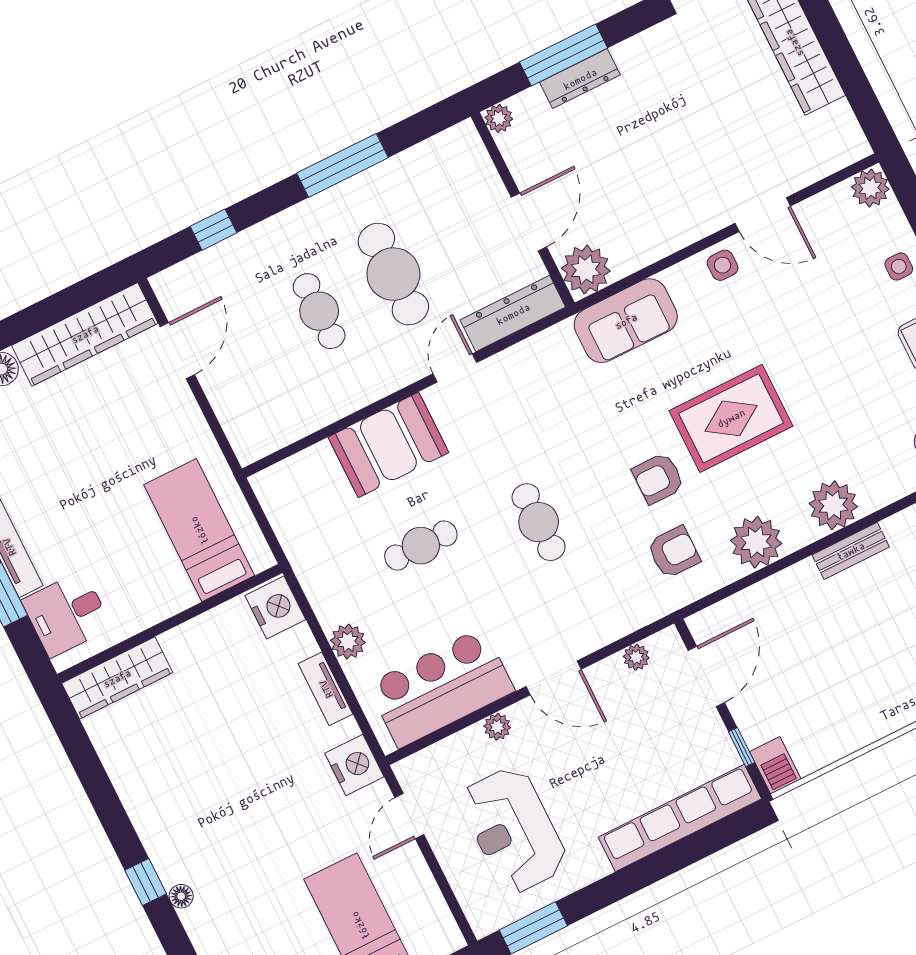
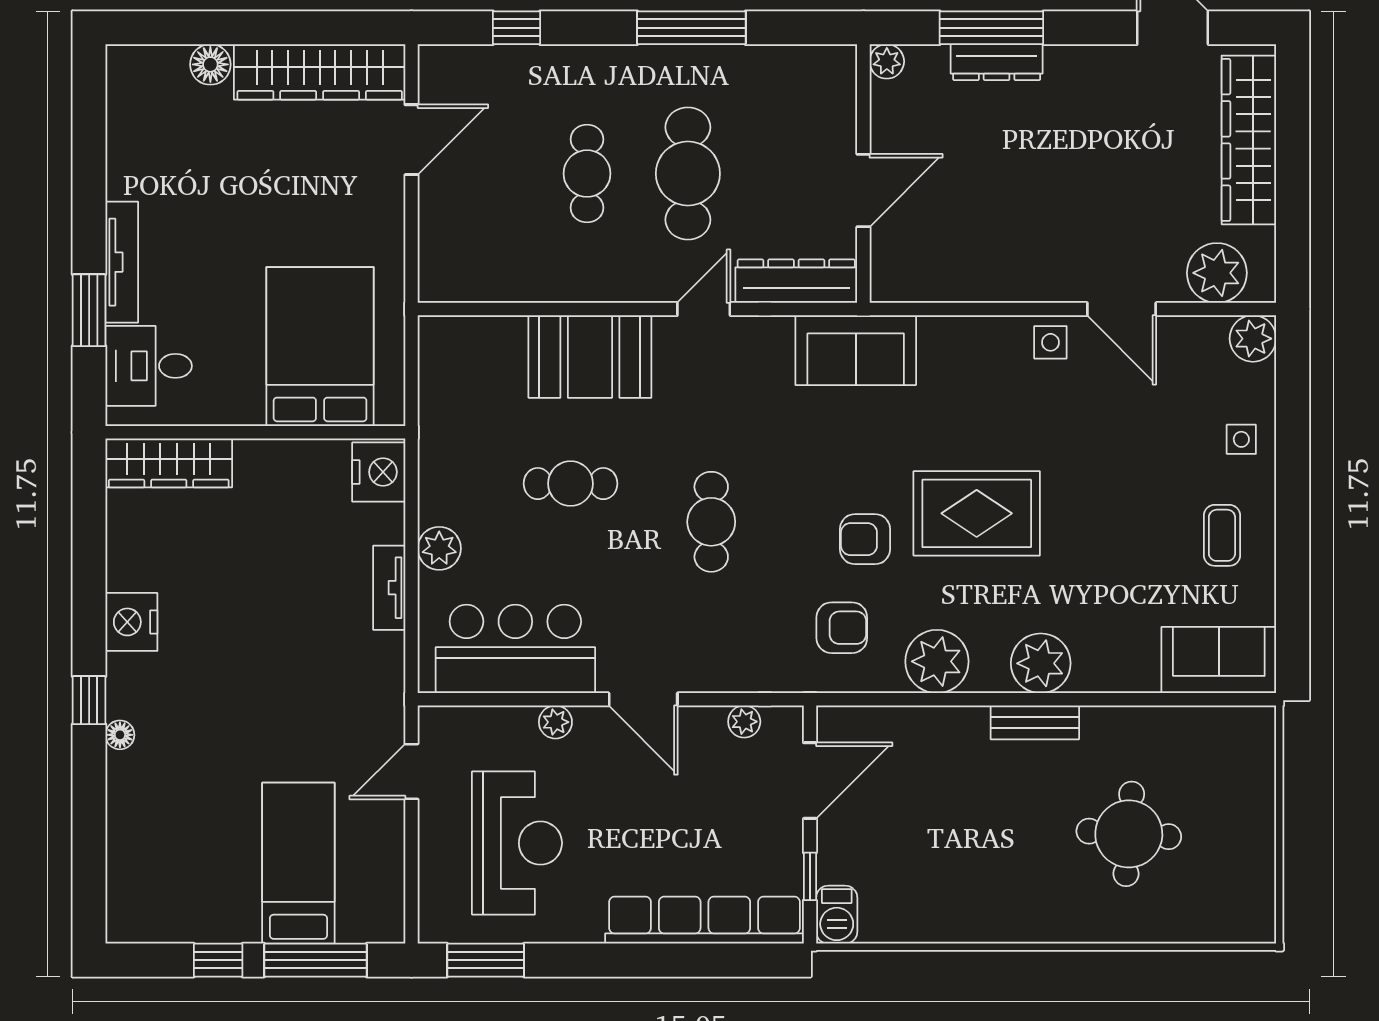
plant: (586, 270) -> (1217, 273), moved
sofa: (626, 321) -> (856, 350), moved
bed: (199, 530) -> (320, 347), width x1.50
nightstand: (354, 765) -> (131, 622), moved, turned 180
reception desk: (513, 830) -> (517, 843), turned 180

